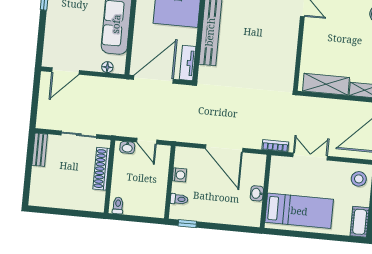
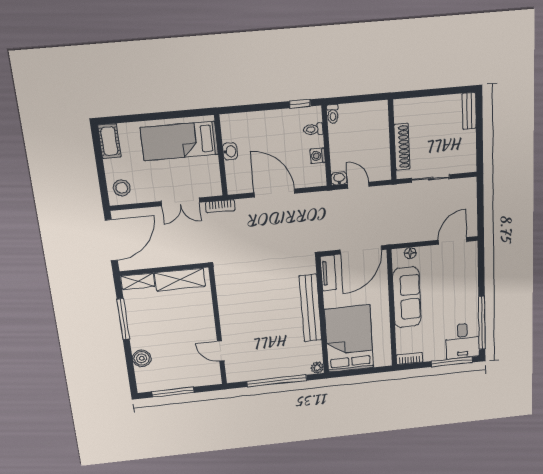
washbasin: (127, 147) -> (339, 178), moved
bench: (40, 150) -> (469, 111), moved
toilet: (118, 206) -> (333, 114), moved

